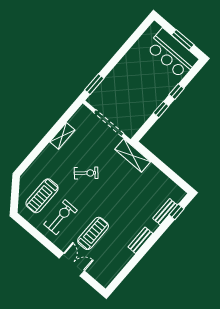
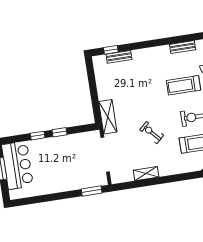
bench: (140, 240) -> (183, 47), moved

